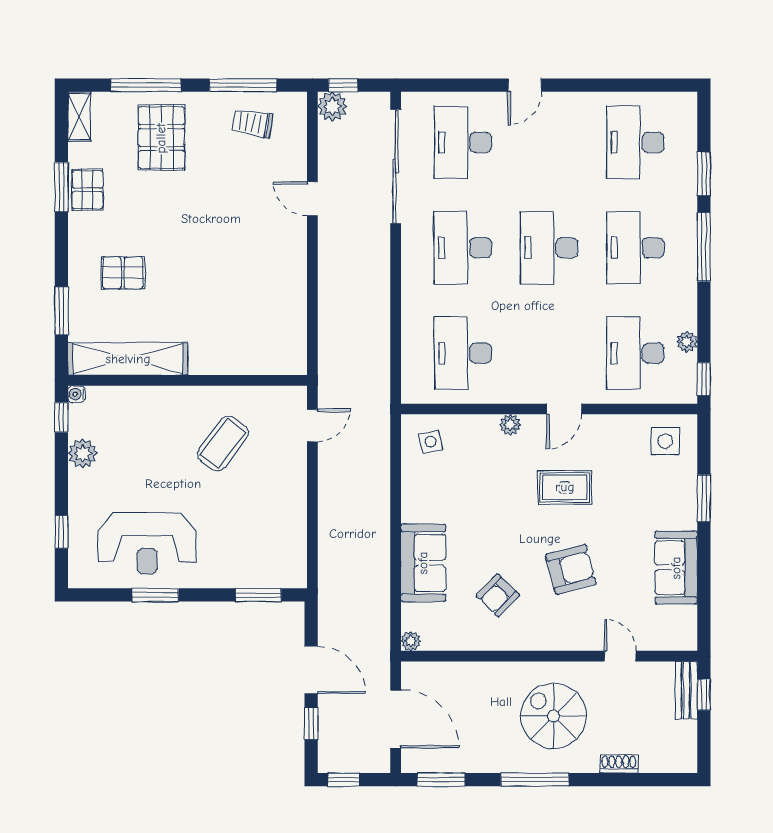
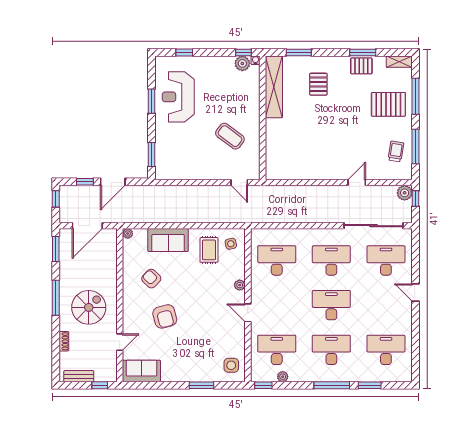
plant: (83, 453) -> (242, 63), moved
rug: (565, 487) -> (209, 250), moved
sofa: (676, 568) -> (141, 371), moved
bench: (686, 690) -> (79, 376), moved

